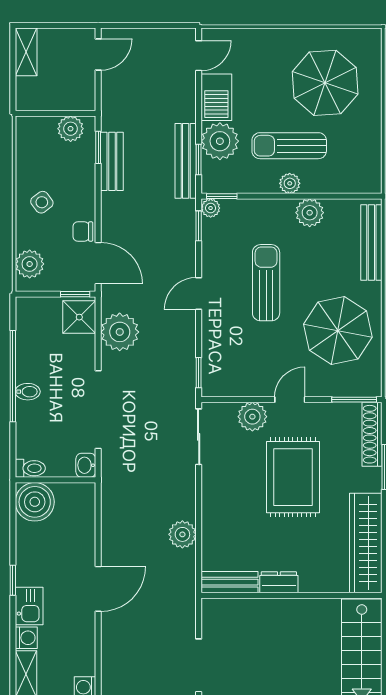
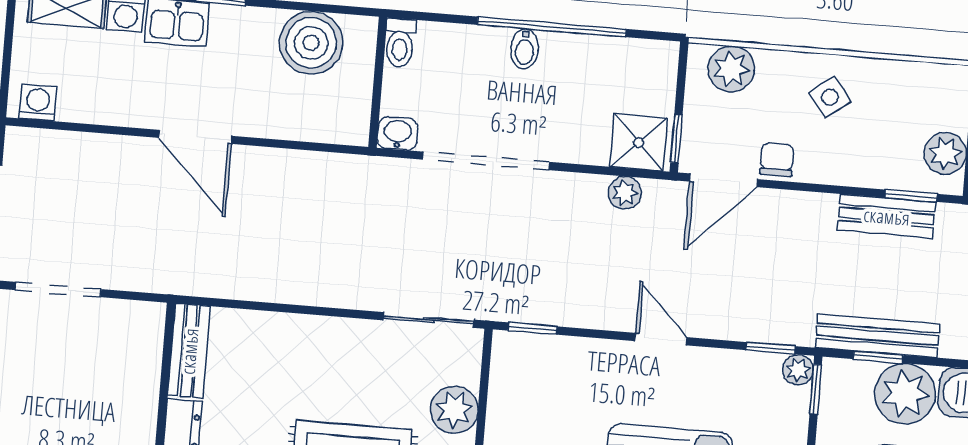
plant: (120, 332) -> (625, 193), width x0.53, depth x0.53
boiler: (35, 502) -> (311, 43), moved
plant: (182, 534) -> (273, 281), removed

